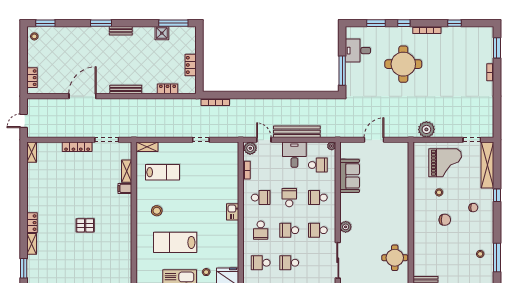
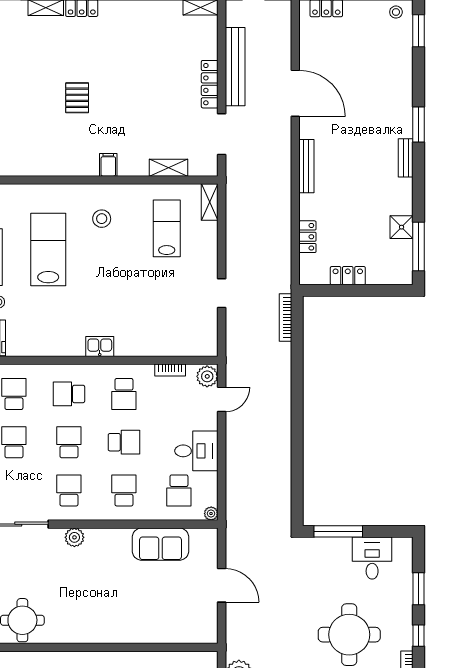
bench: (297, 132) -> (235, 67), moved
lab bench: (163, 172) -> (167, 228), turned 180
filing cabinet: (125, 188) -> (108, 165), moved

